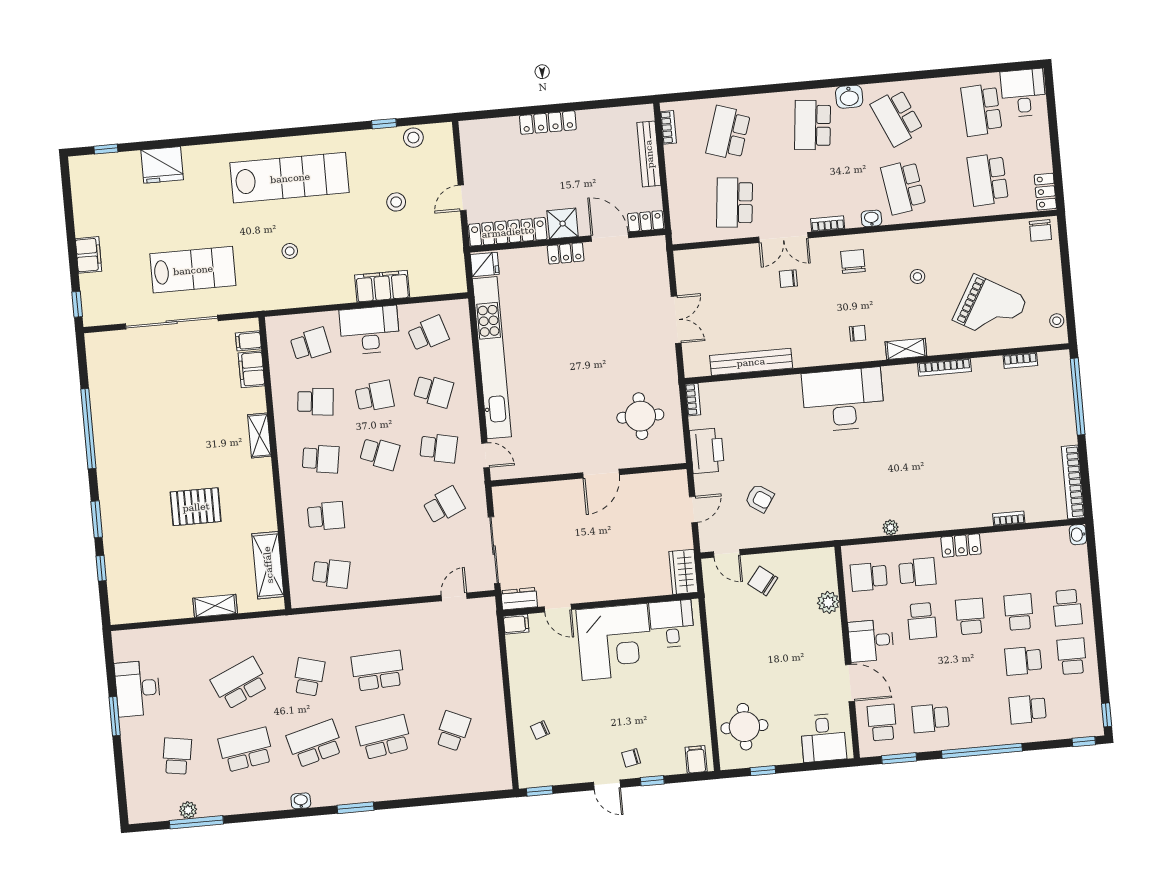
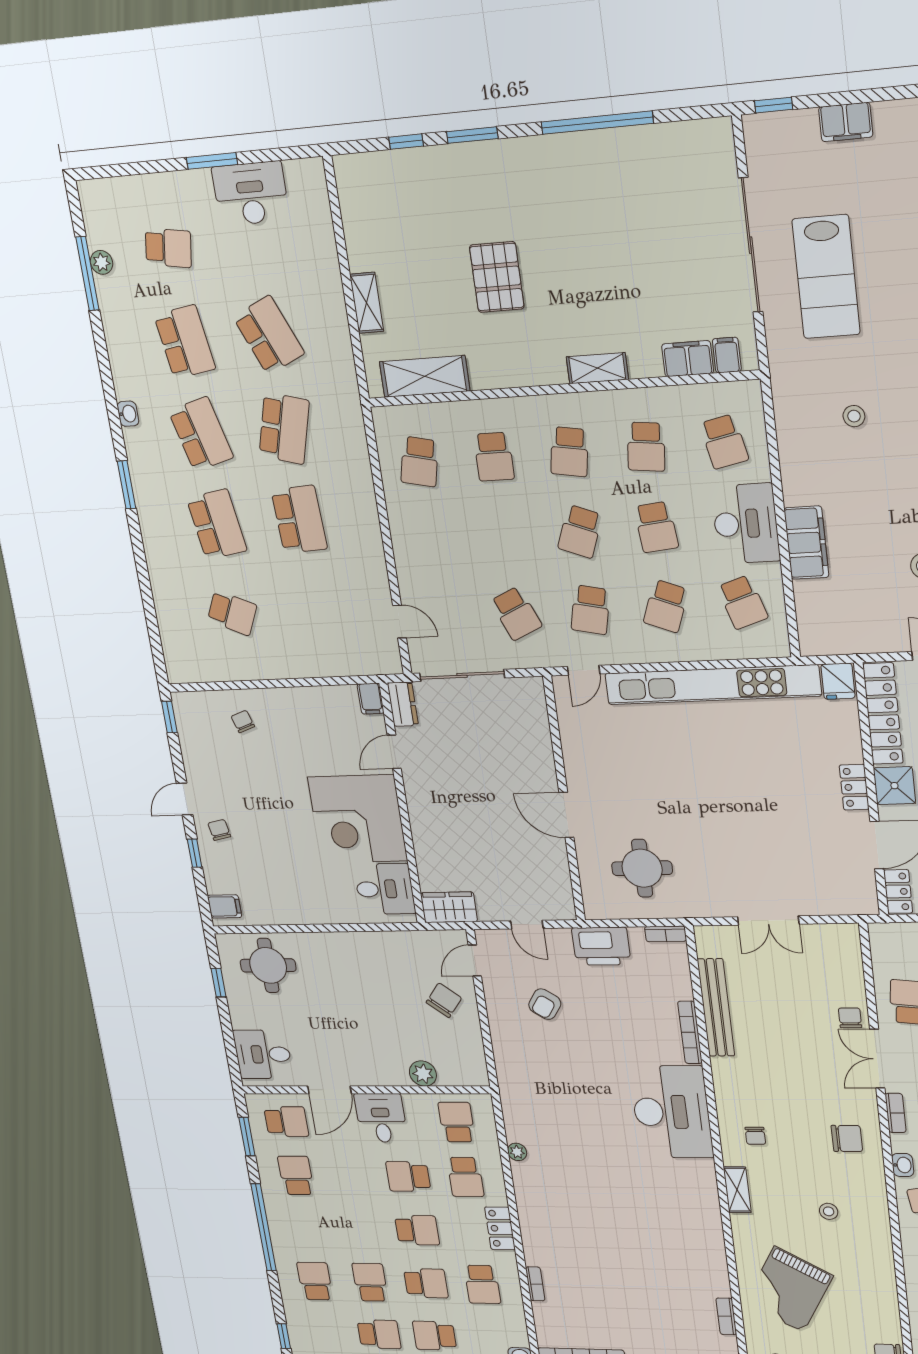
chair: (788, 279) -> (850, 1018), moved
bookcase: (944, 367) -> (690, 1032), moved
school desk: (1014, 563) -> (482, 1284), added
school desk: (309, 677) -> (284, 428), width x1.85

